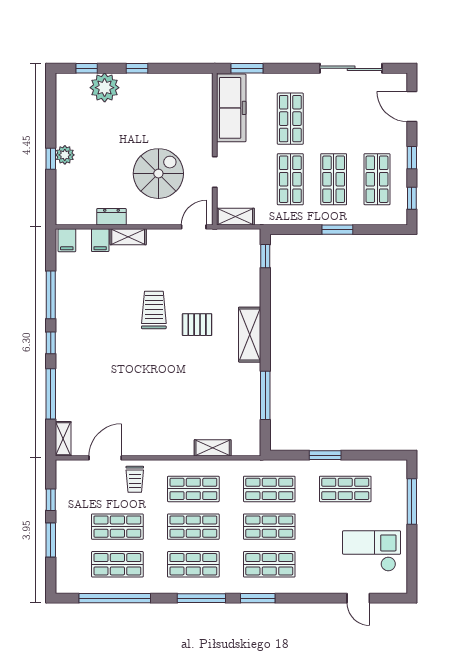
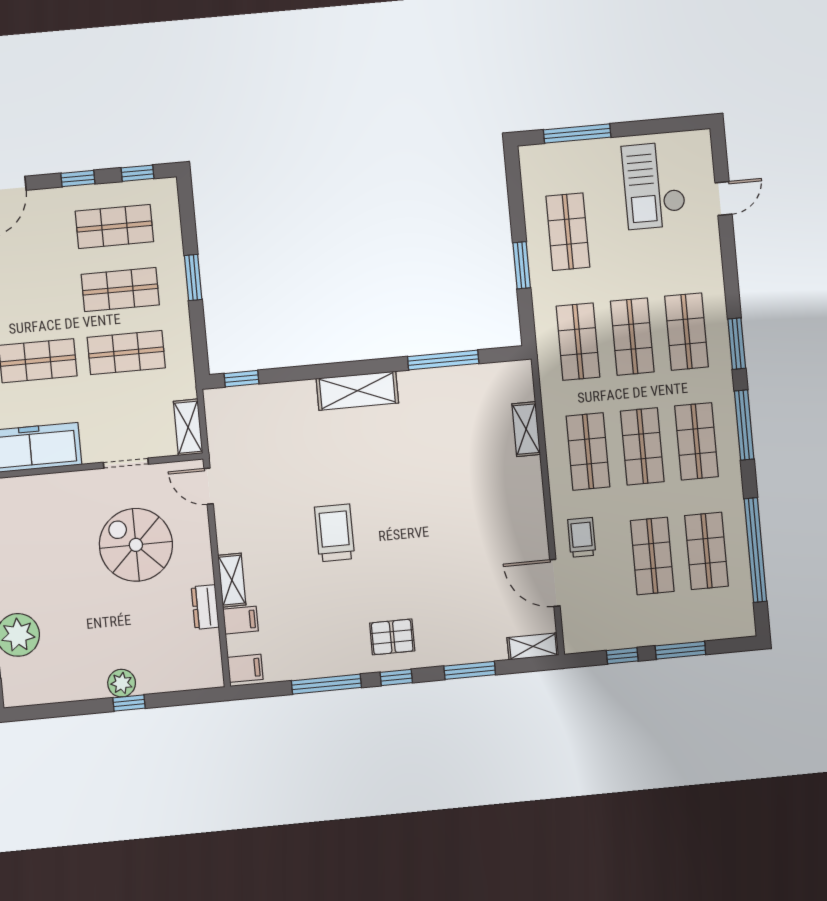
trolley: (154, 310) -> (335, 533), turned 90
pallet: (197, 325) -> (392, 637), moved, turned 90
window: (51, 394) -> (470, 670), width x0.69
trolley: (135, 479) -> (582, 537), turned -90

